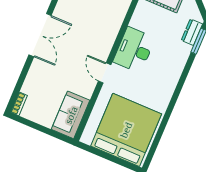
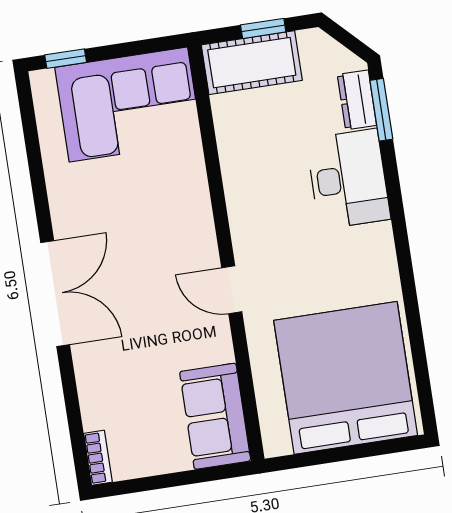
desk: (134, 50) -> (348, 179), moved, turned 180

